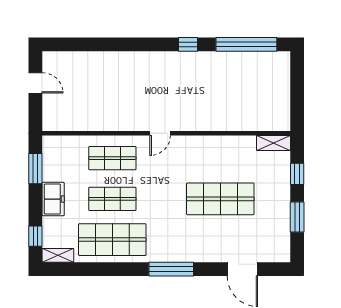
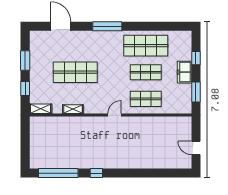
window: (35, 236) -> (196, 58), moved
shelving: (58, 255) -> (73, 109), moved

